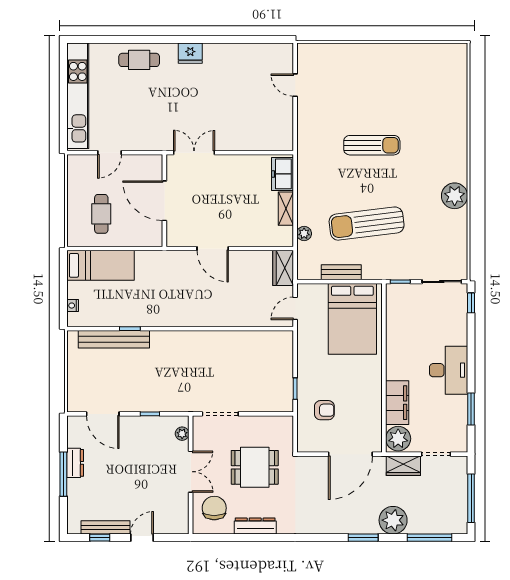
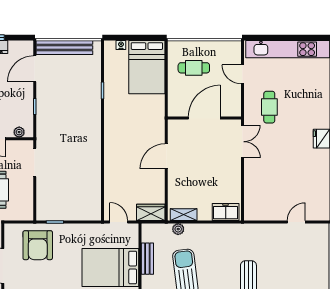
cafe table: (139, 60) -> (269, 107), moved
shelving: (286, 209) -> (184, 215), moved
bed: (100, 265) -> (147, 67), width x1.50
bench: (114, 339) -> (64, 47), moved, turned 90
armchair: (324, 410) -> (38, 245), width x1.88, depth x1.88

